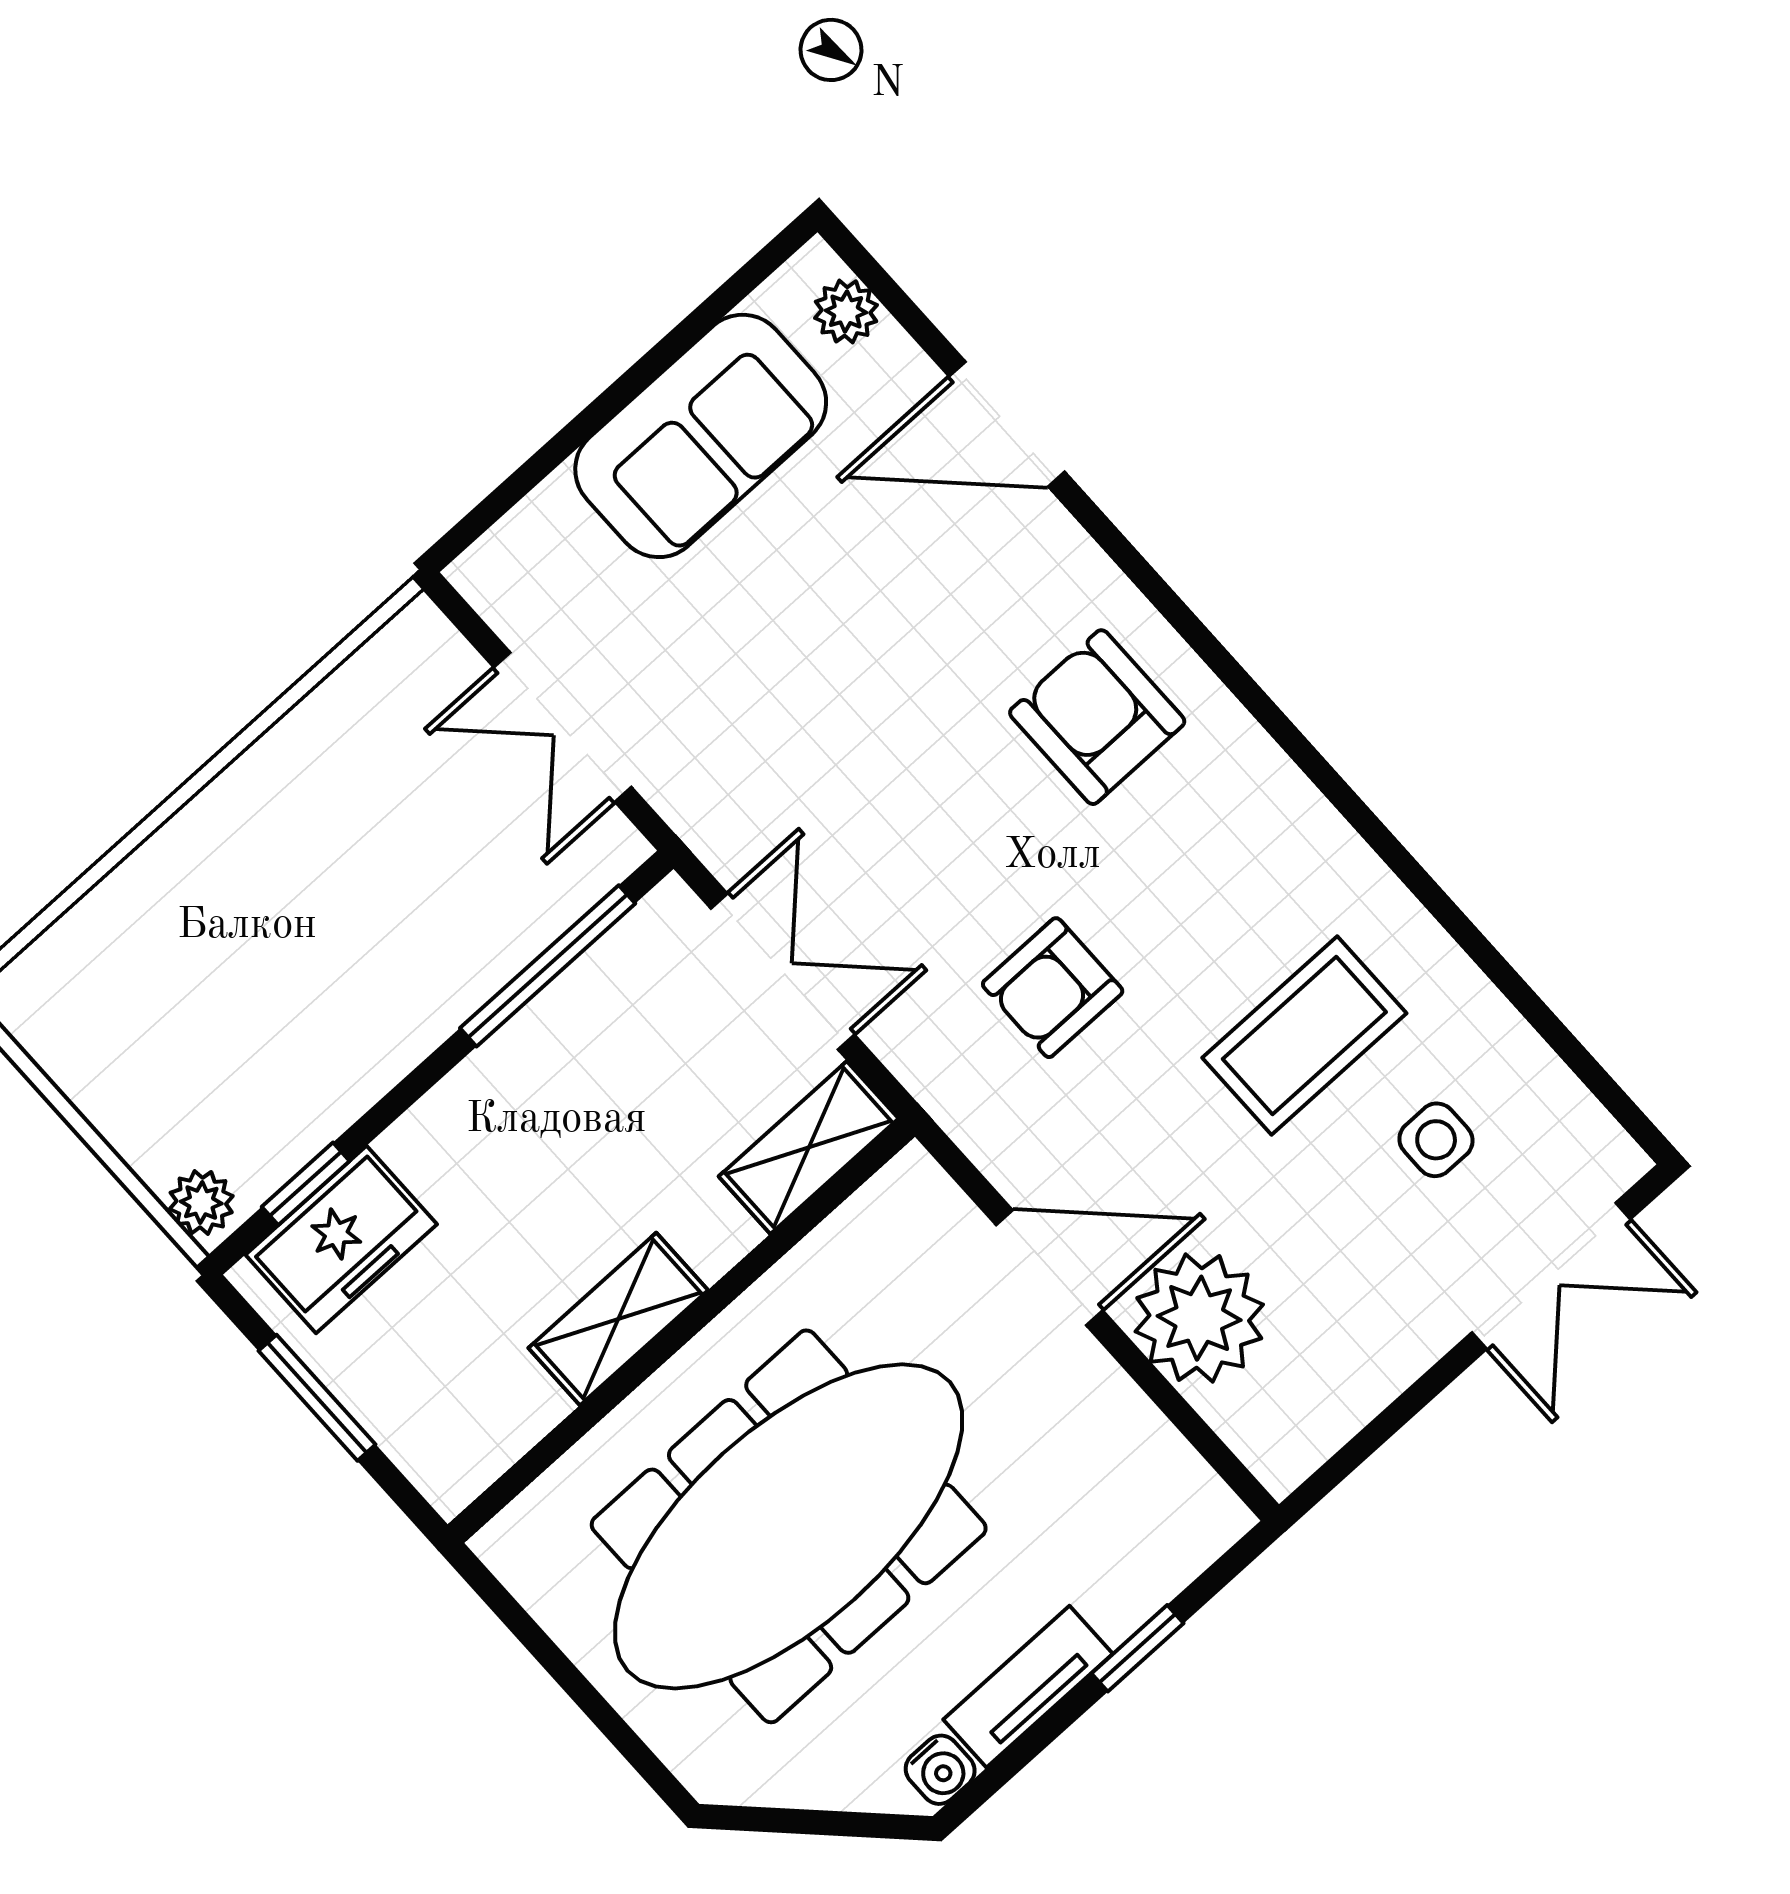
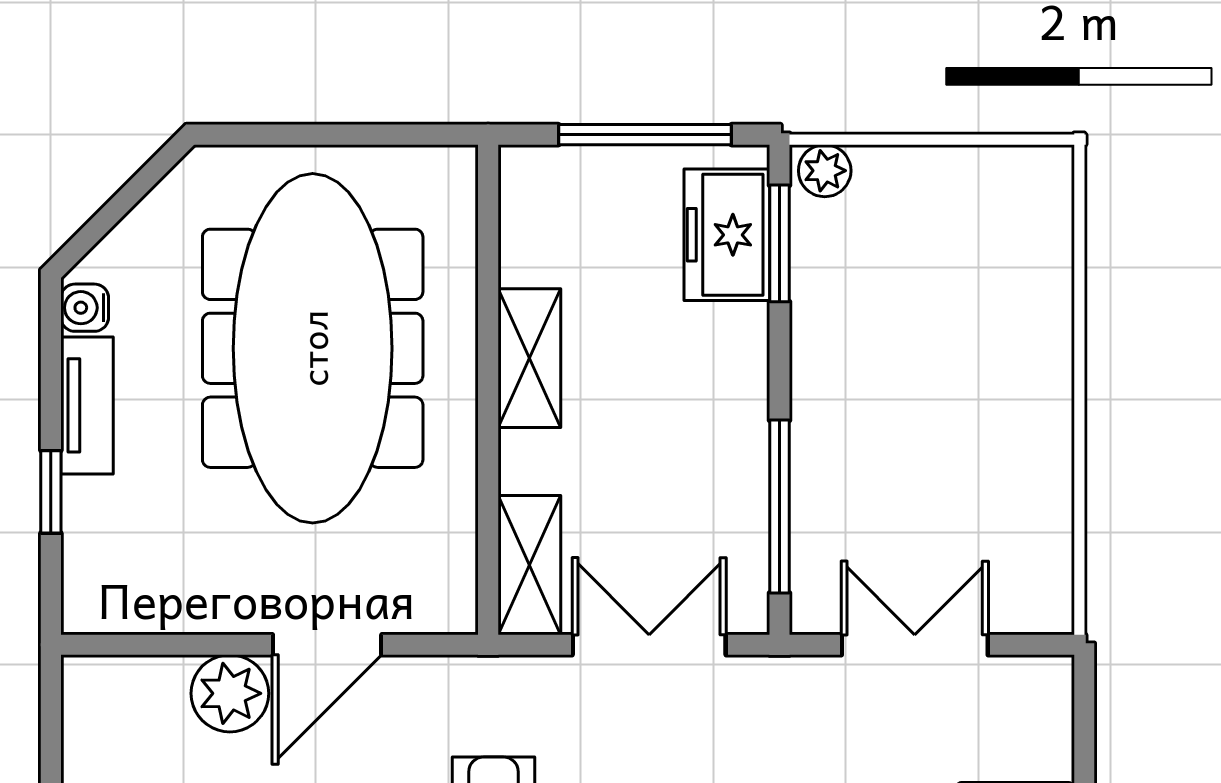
double door: (783, 971) -> (649, 645), swing flipped
window: (306, 1184) -> (780, 243), width x1.50
plant: (1199, 1318) -> (230, 693), width x0.73, depth x0.73
window: (317, 1398) -> (645, 135), width x1.44

